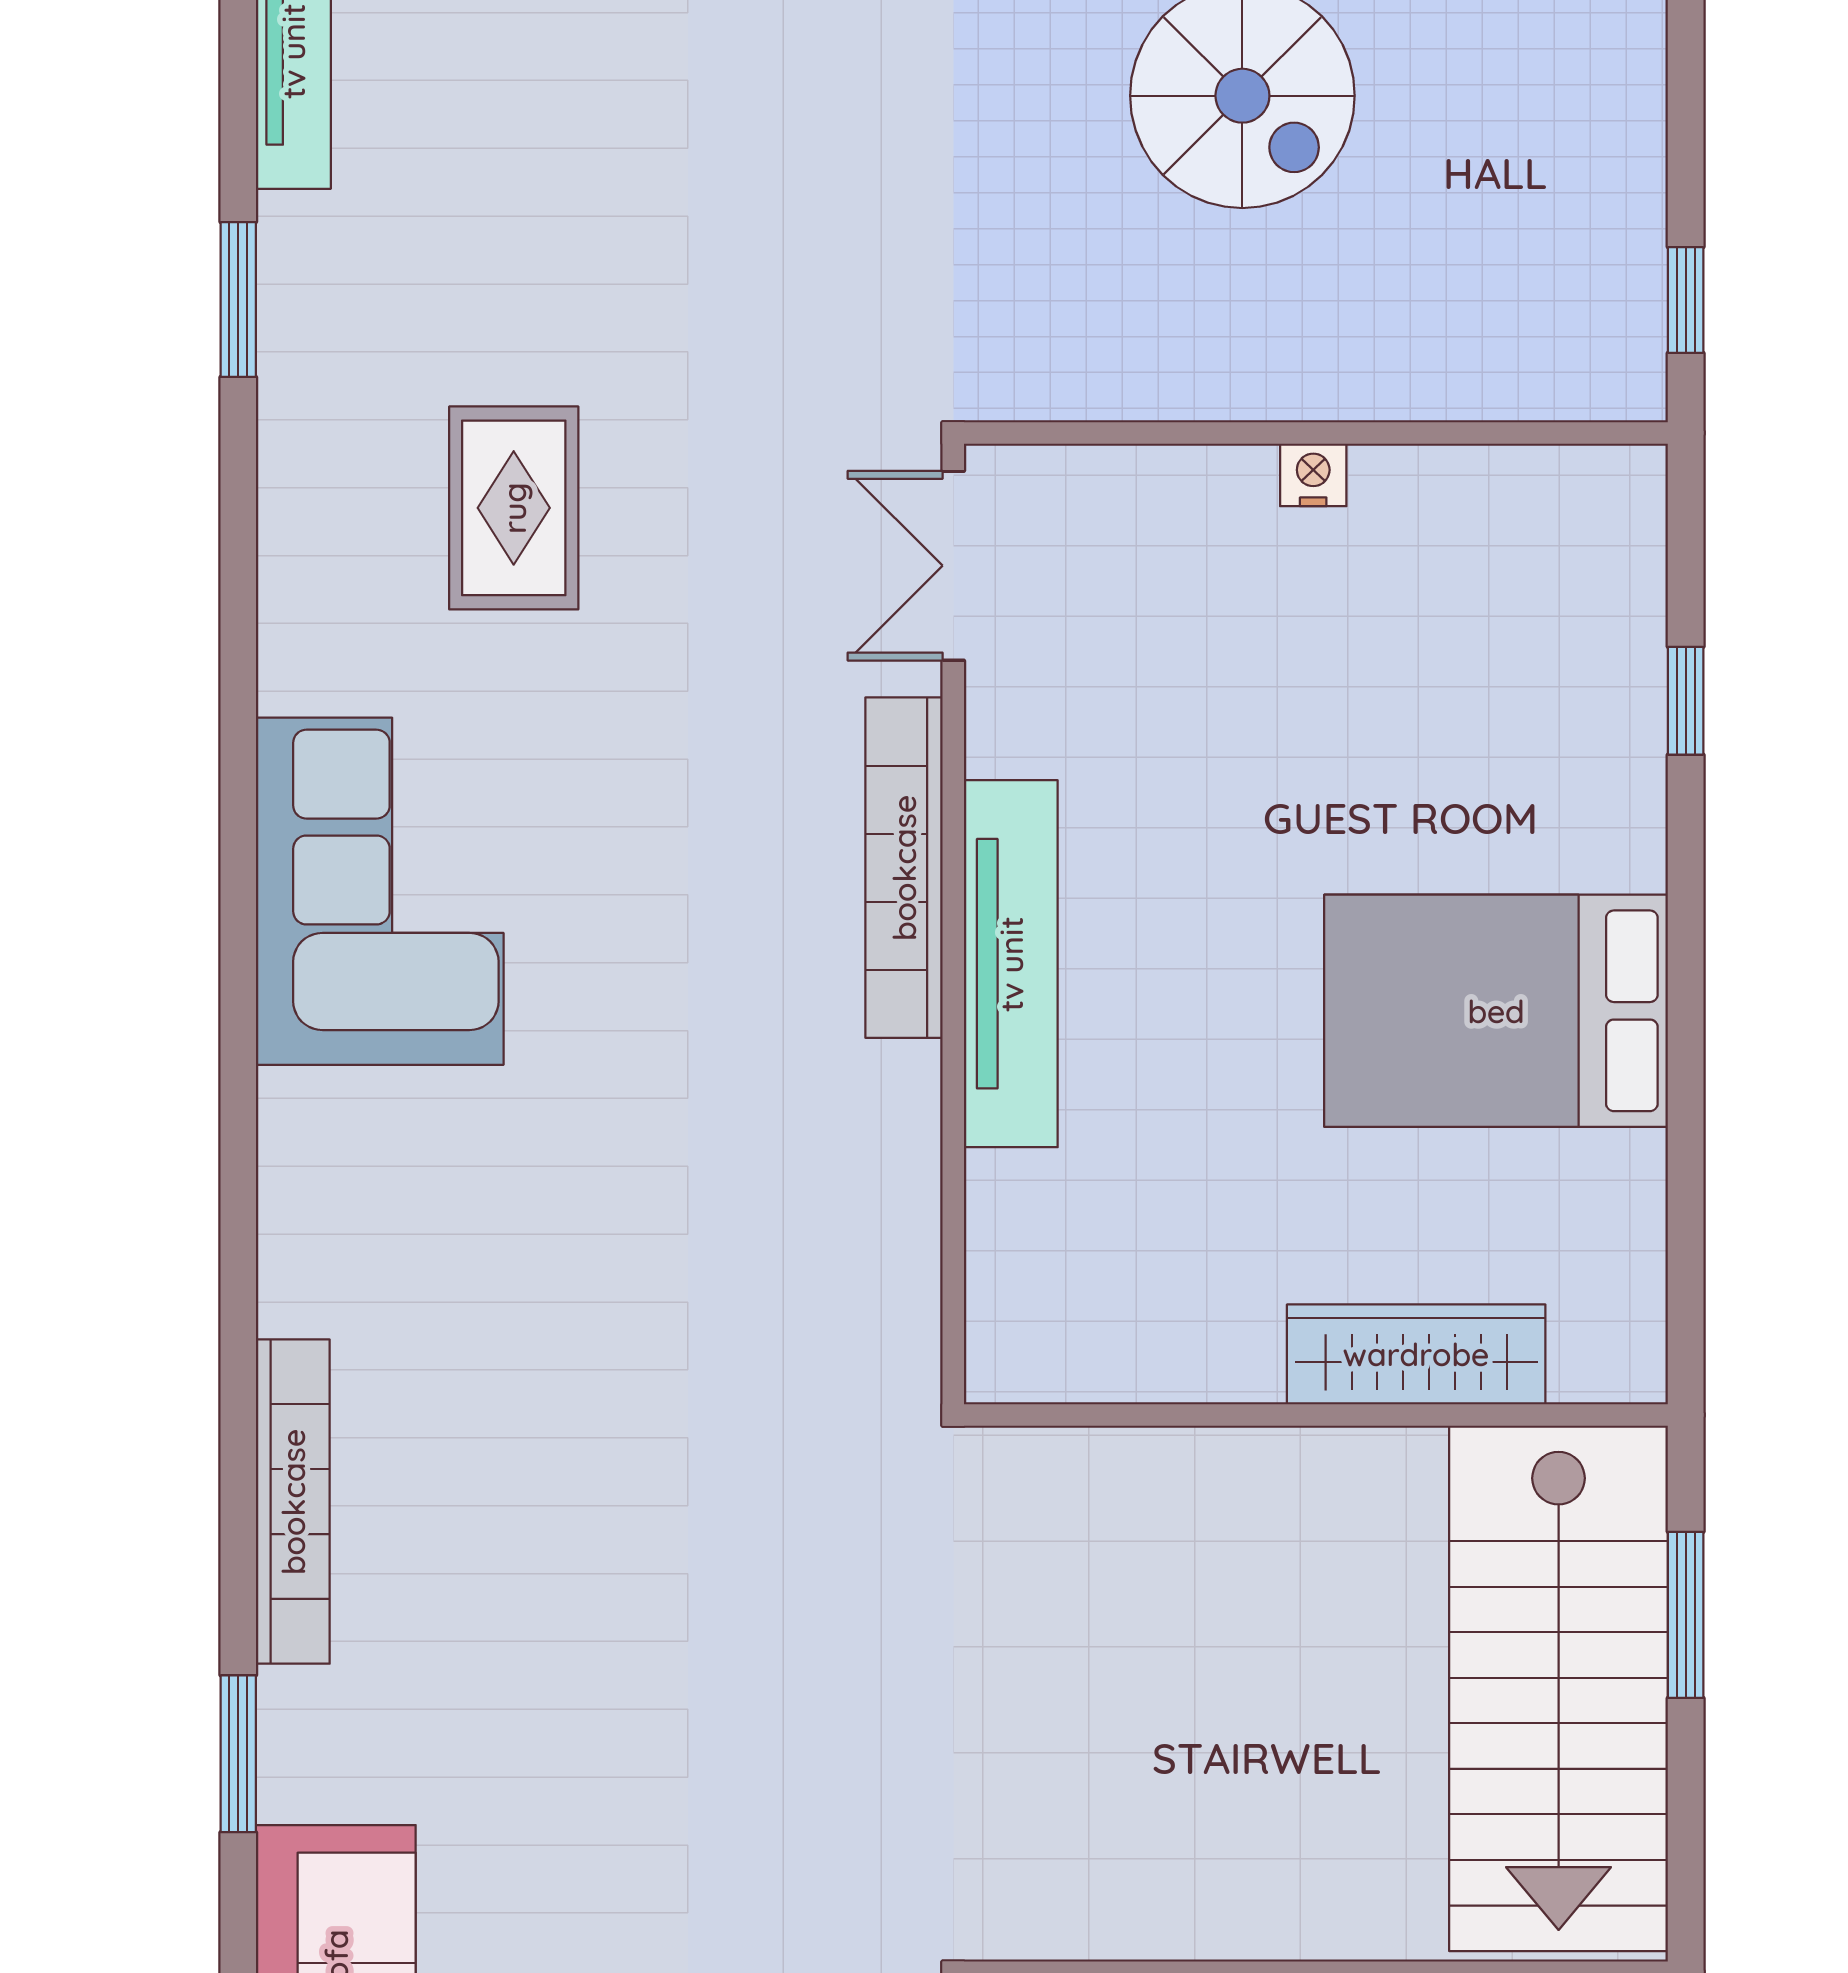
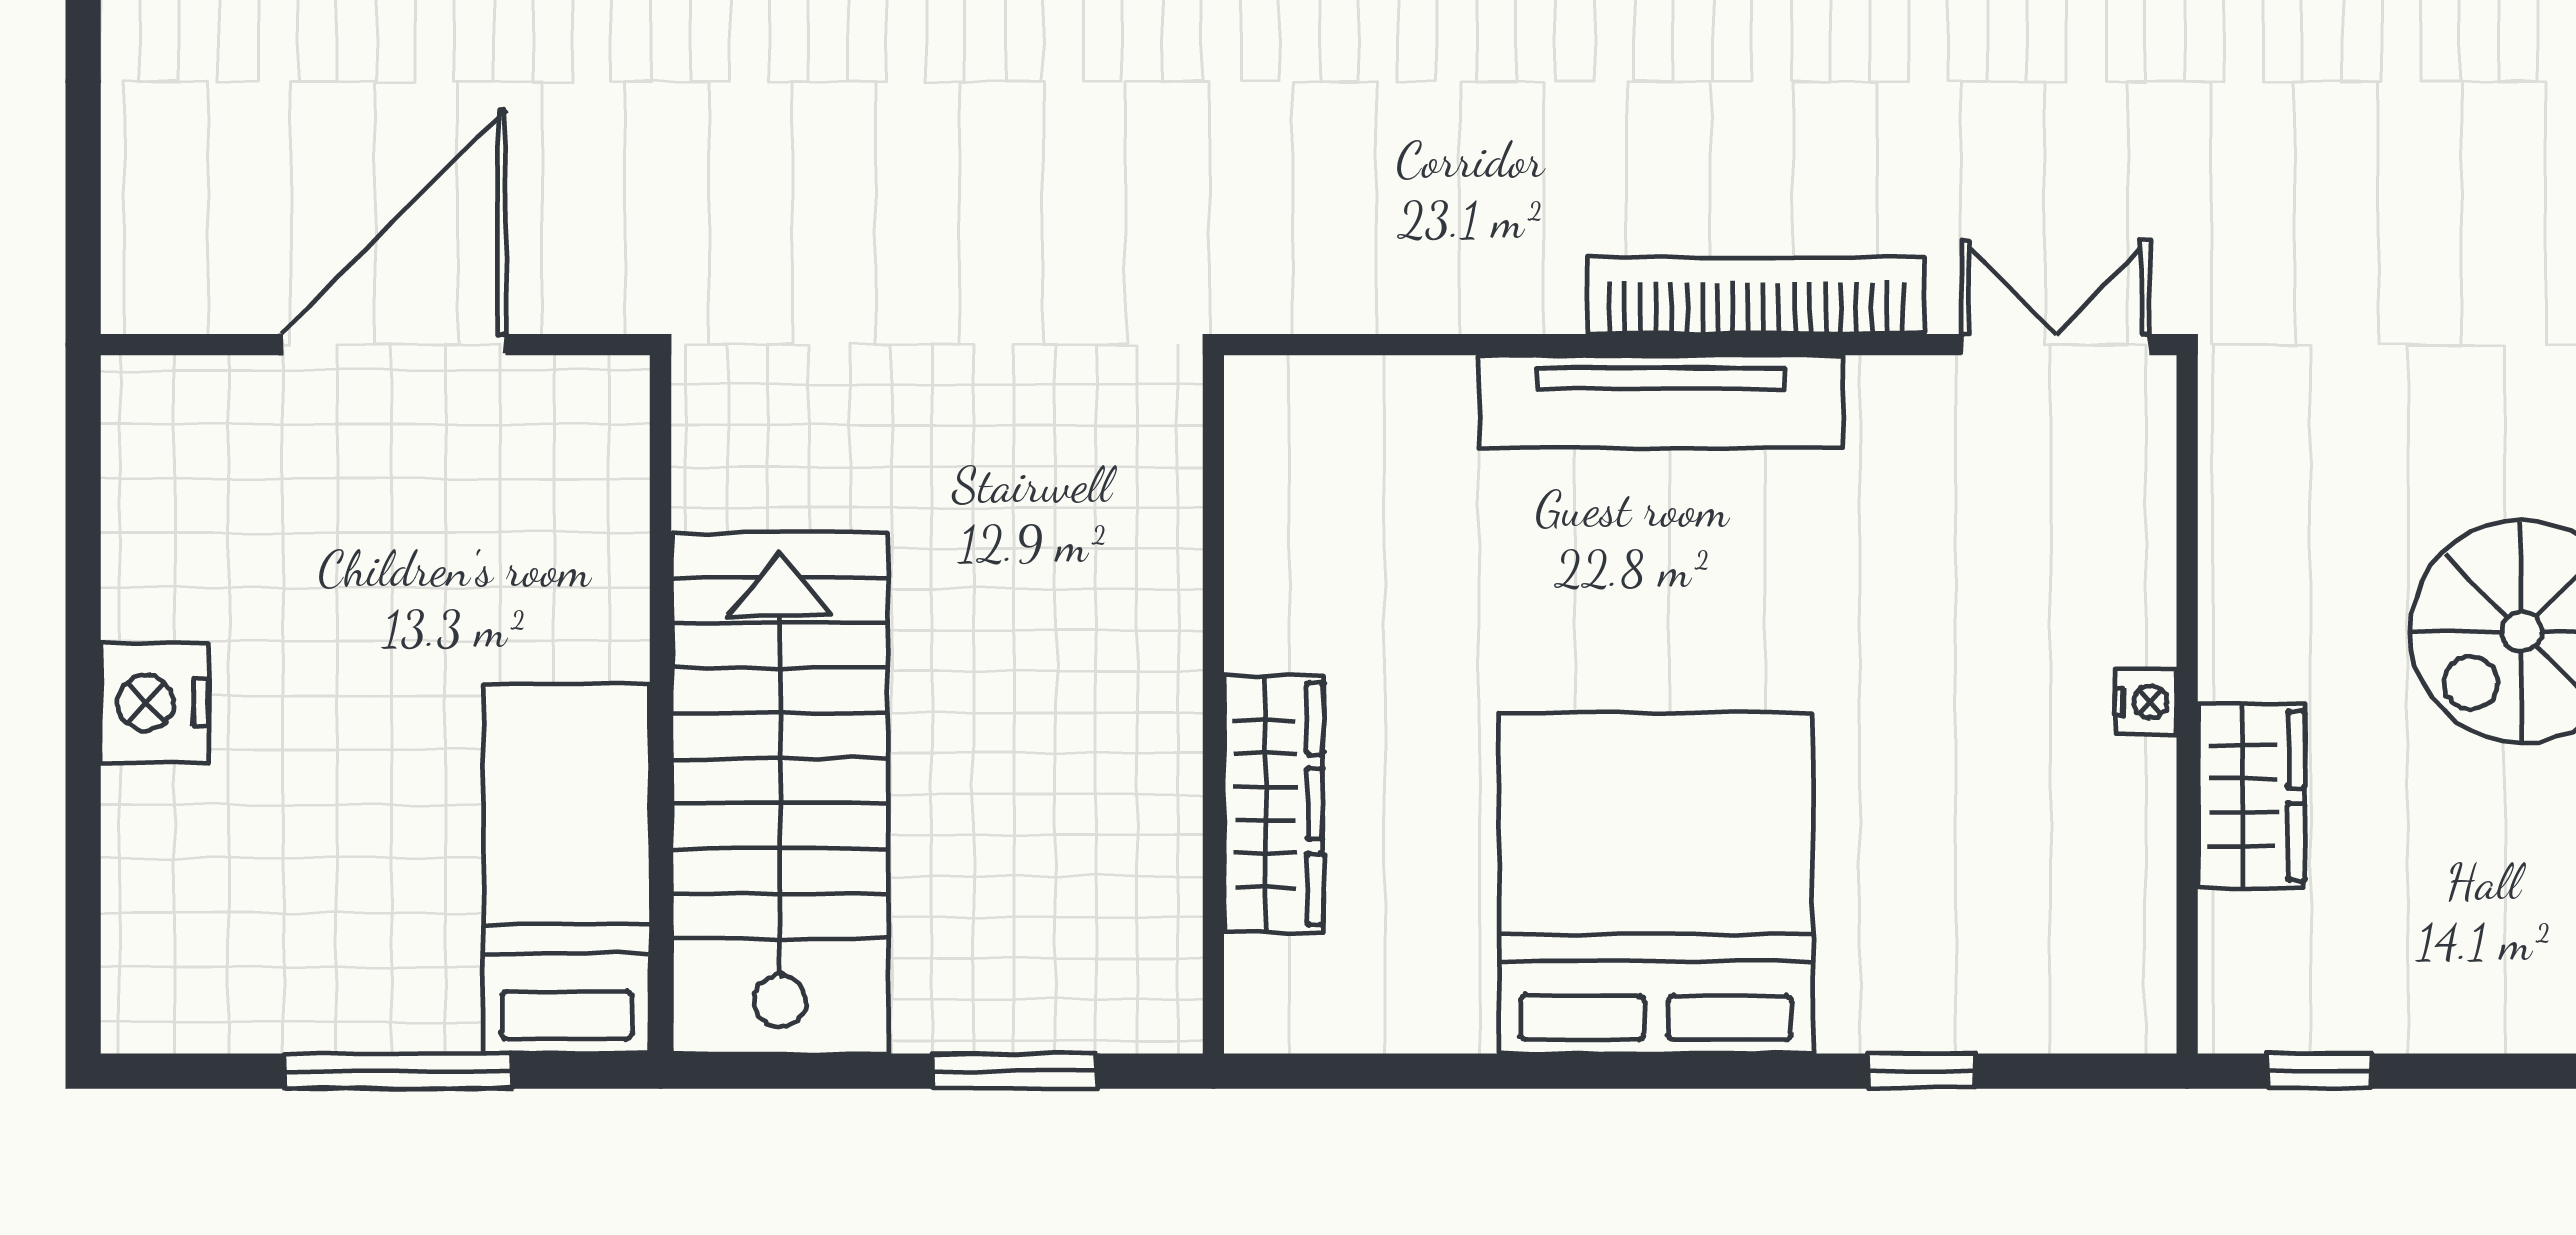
wardrobe: (1408, 368) -> (2251, 796), added
bed: (1496, 1011) -> (1656, 883), width x1.36
stairs: (1559, 1688) -> (780, 793), moved, turned 90

